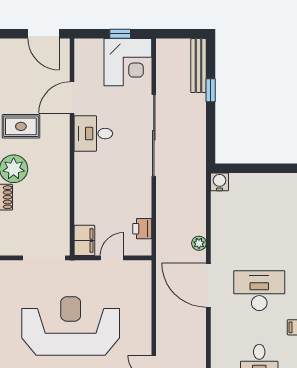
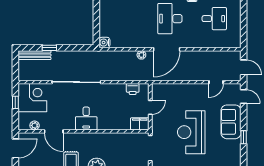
plant: (82, 66) -> (35, 125), added
desk: (93, 134) -> (86, 118), moved
door: (112, 258) -> (150, 107), swing flipped
reception desk: (71, 326) -> (191, 132), width x0.74, depth x0.77

